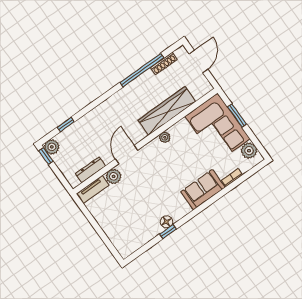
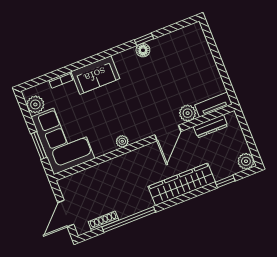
wardrobe: (167, 111) -> (182, 184), moved, turned 180
window: (46, 156) -> (255, 153), removed

